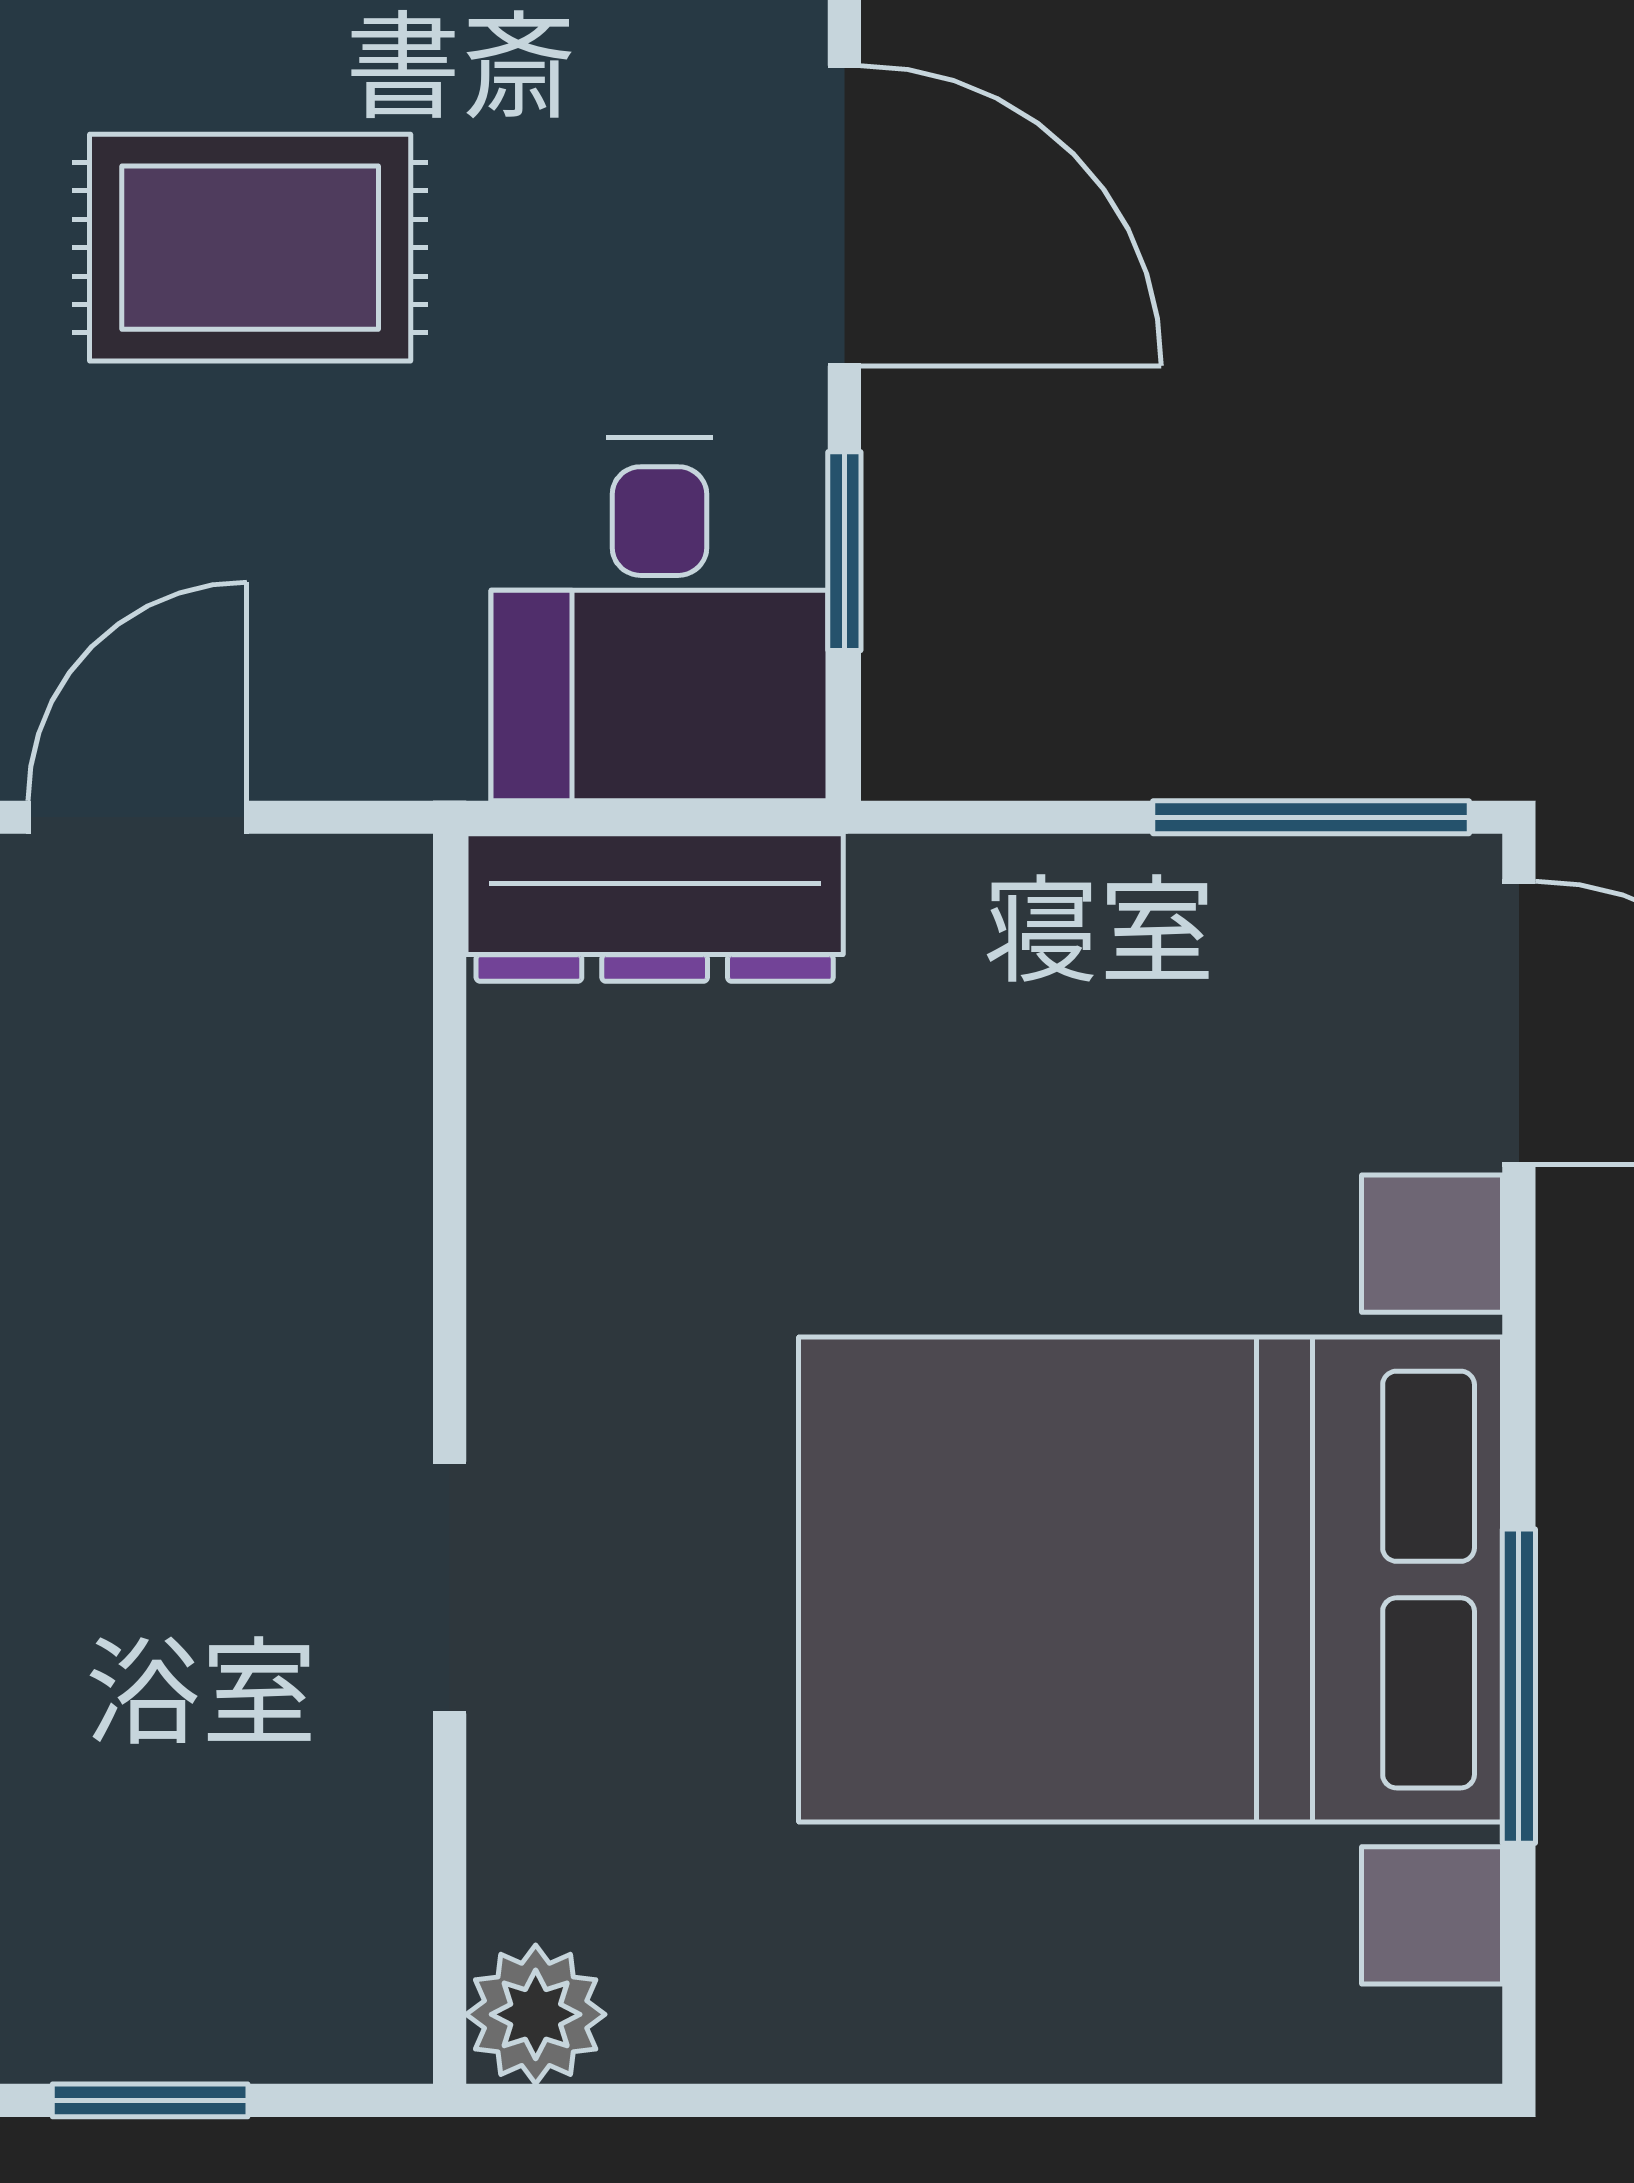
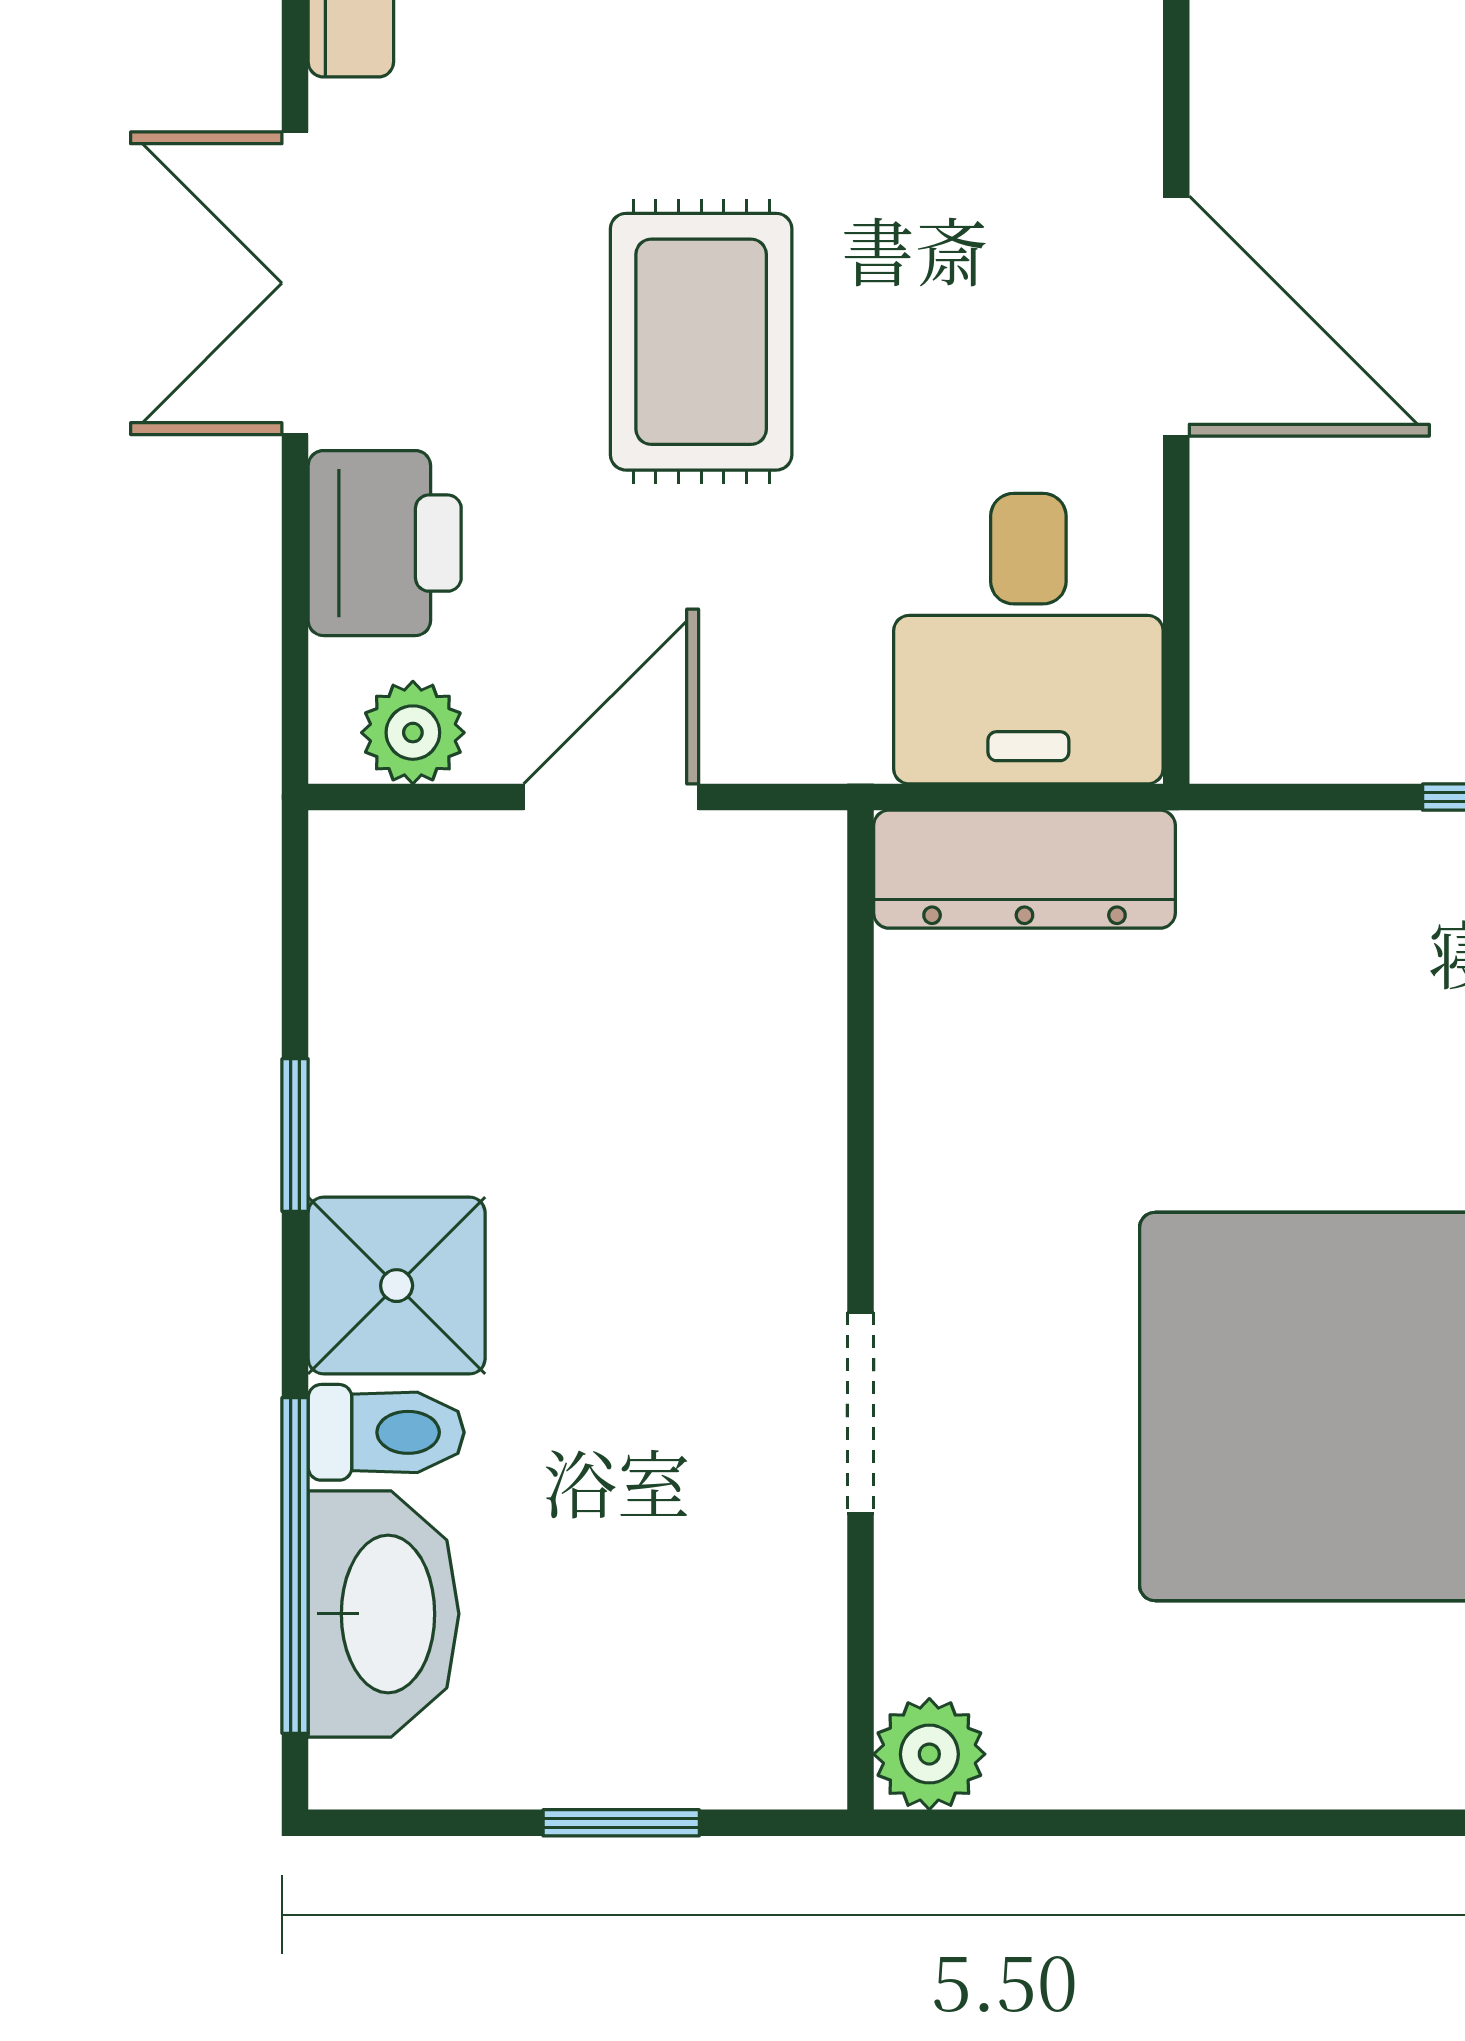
rug: (250, 248) -> (701, 342), turned 90
window: (844, 551) -> (1176, 584), removed

